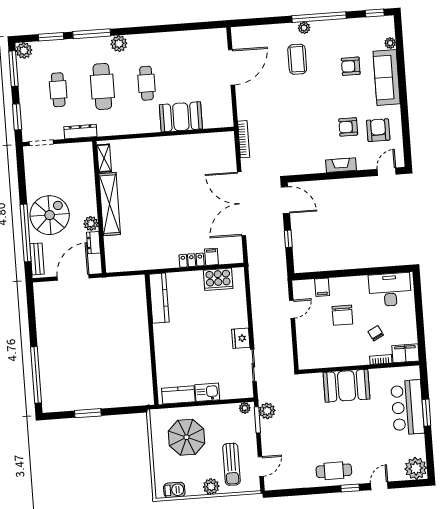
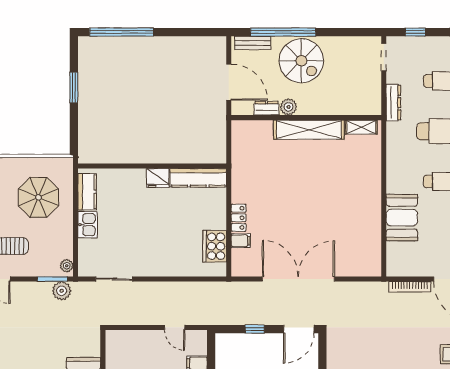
window: (17, 117) -> (415, 32), width x0.67
bookcase: (244, 139) -> (410, 287), moved
fridge: (241, 338) -> (158, 178), moved, turned 180

